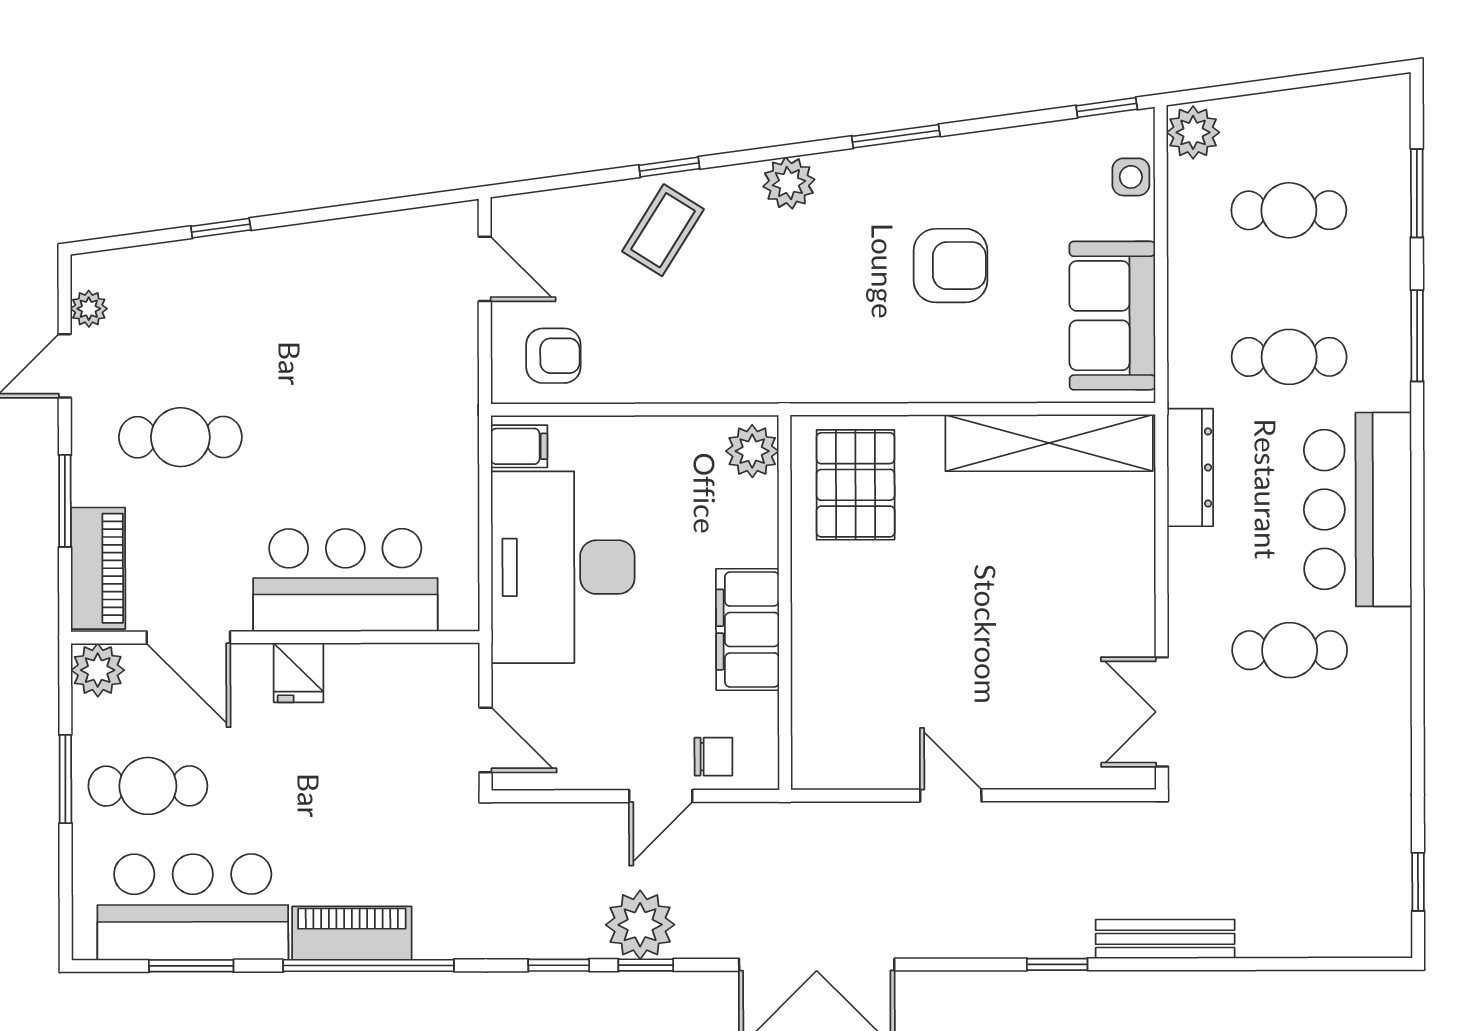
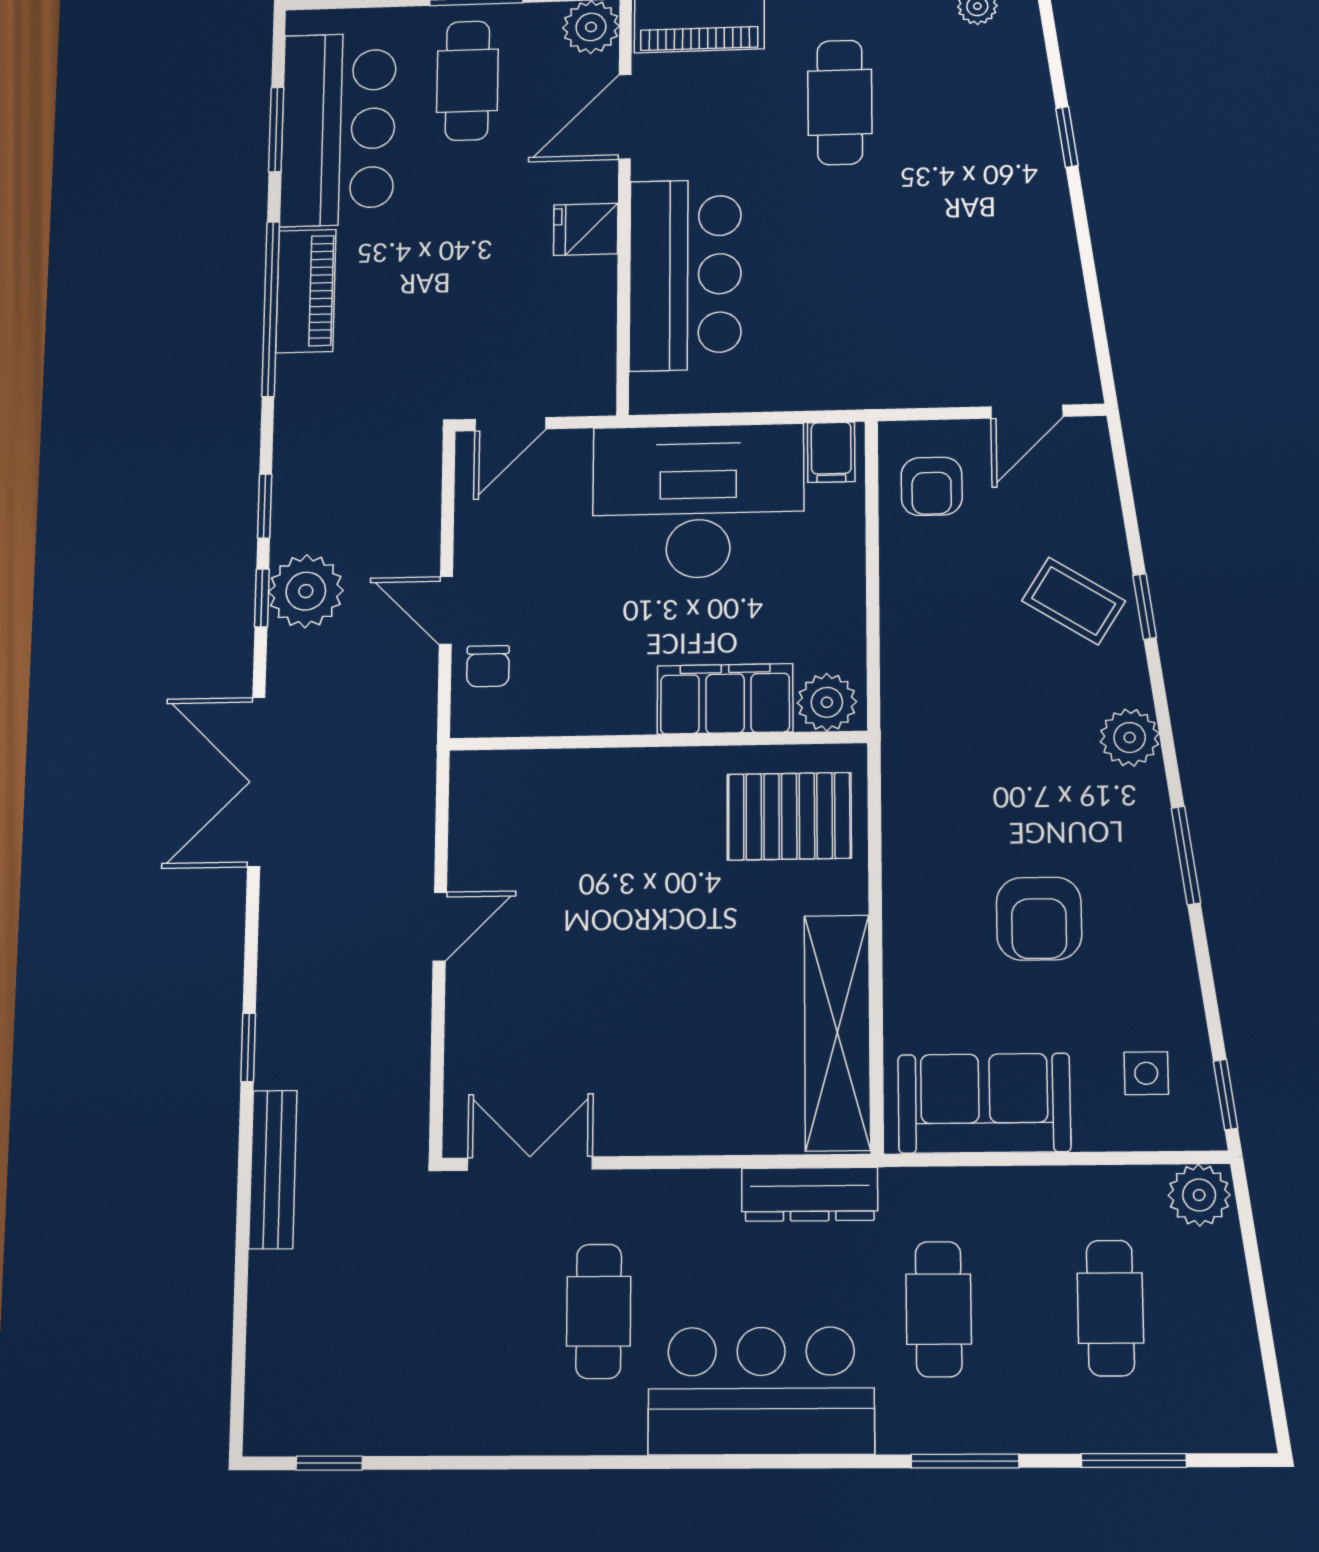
side table: (1131, 177) -> (1146, 1073), moved
filing cabinet: (748, 629) -> (725, 699), moved

